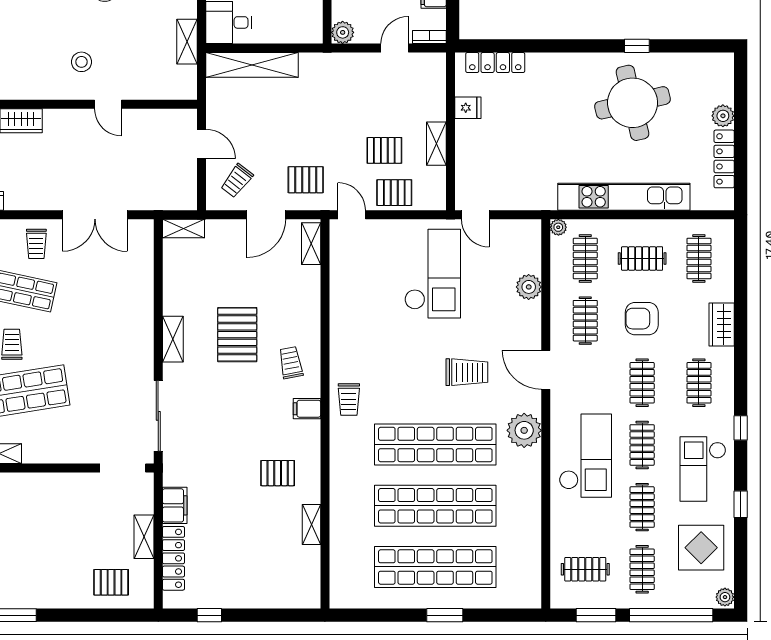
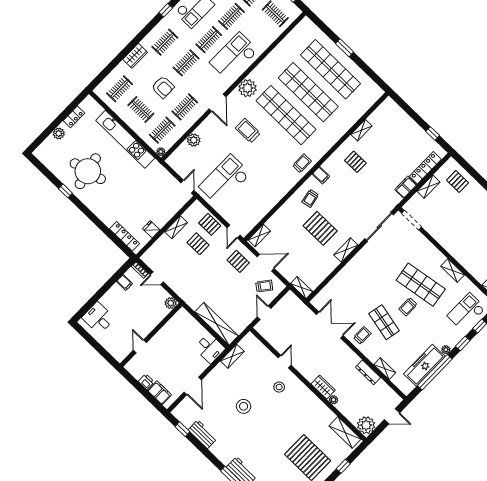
locker: (724, 159) -> (74, 117), width x0.66
pallet: (237, 335) -> (320, 228), turned 90

